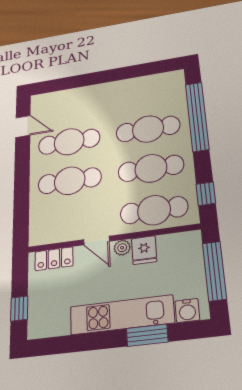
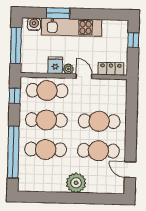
plant: (99, 96) -> (76, 183), added

